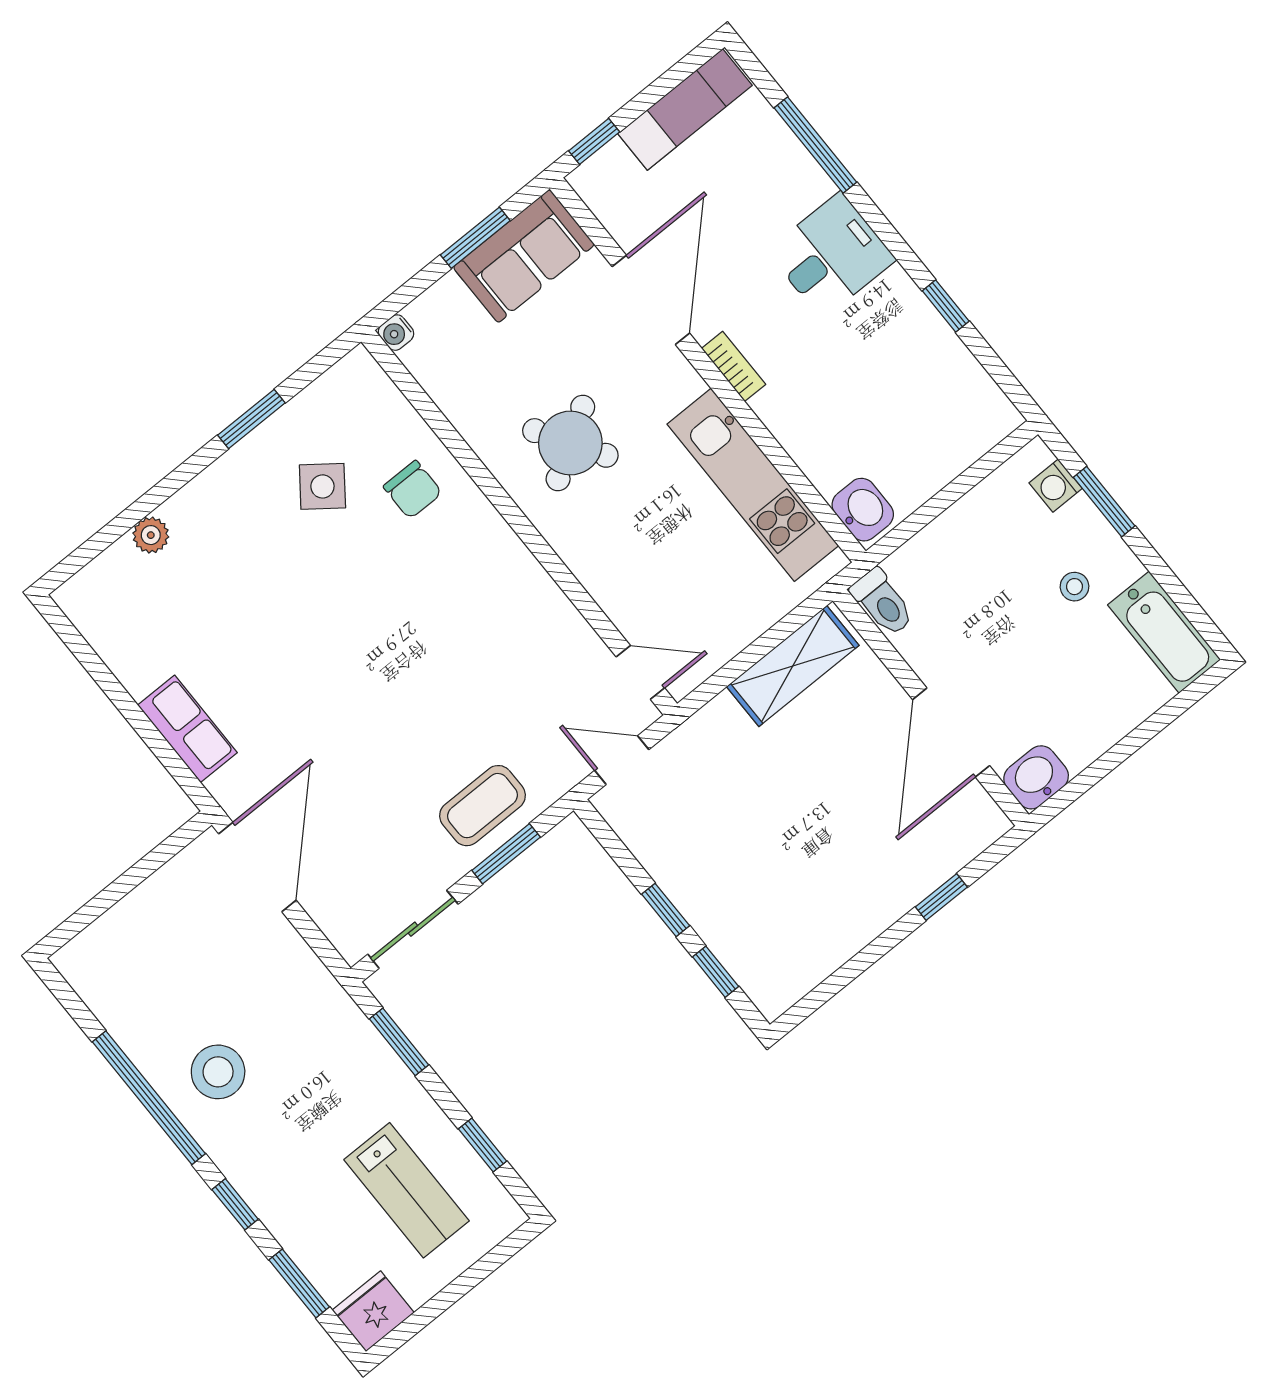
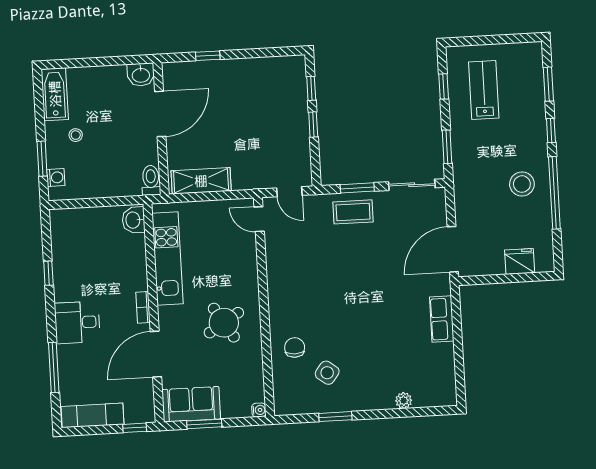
fridge: (373, 1311) -> (520, 261), moved, turned 180

